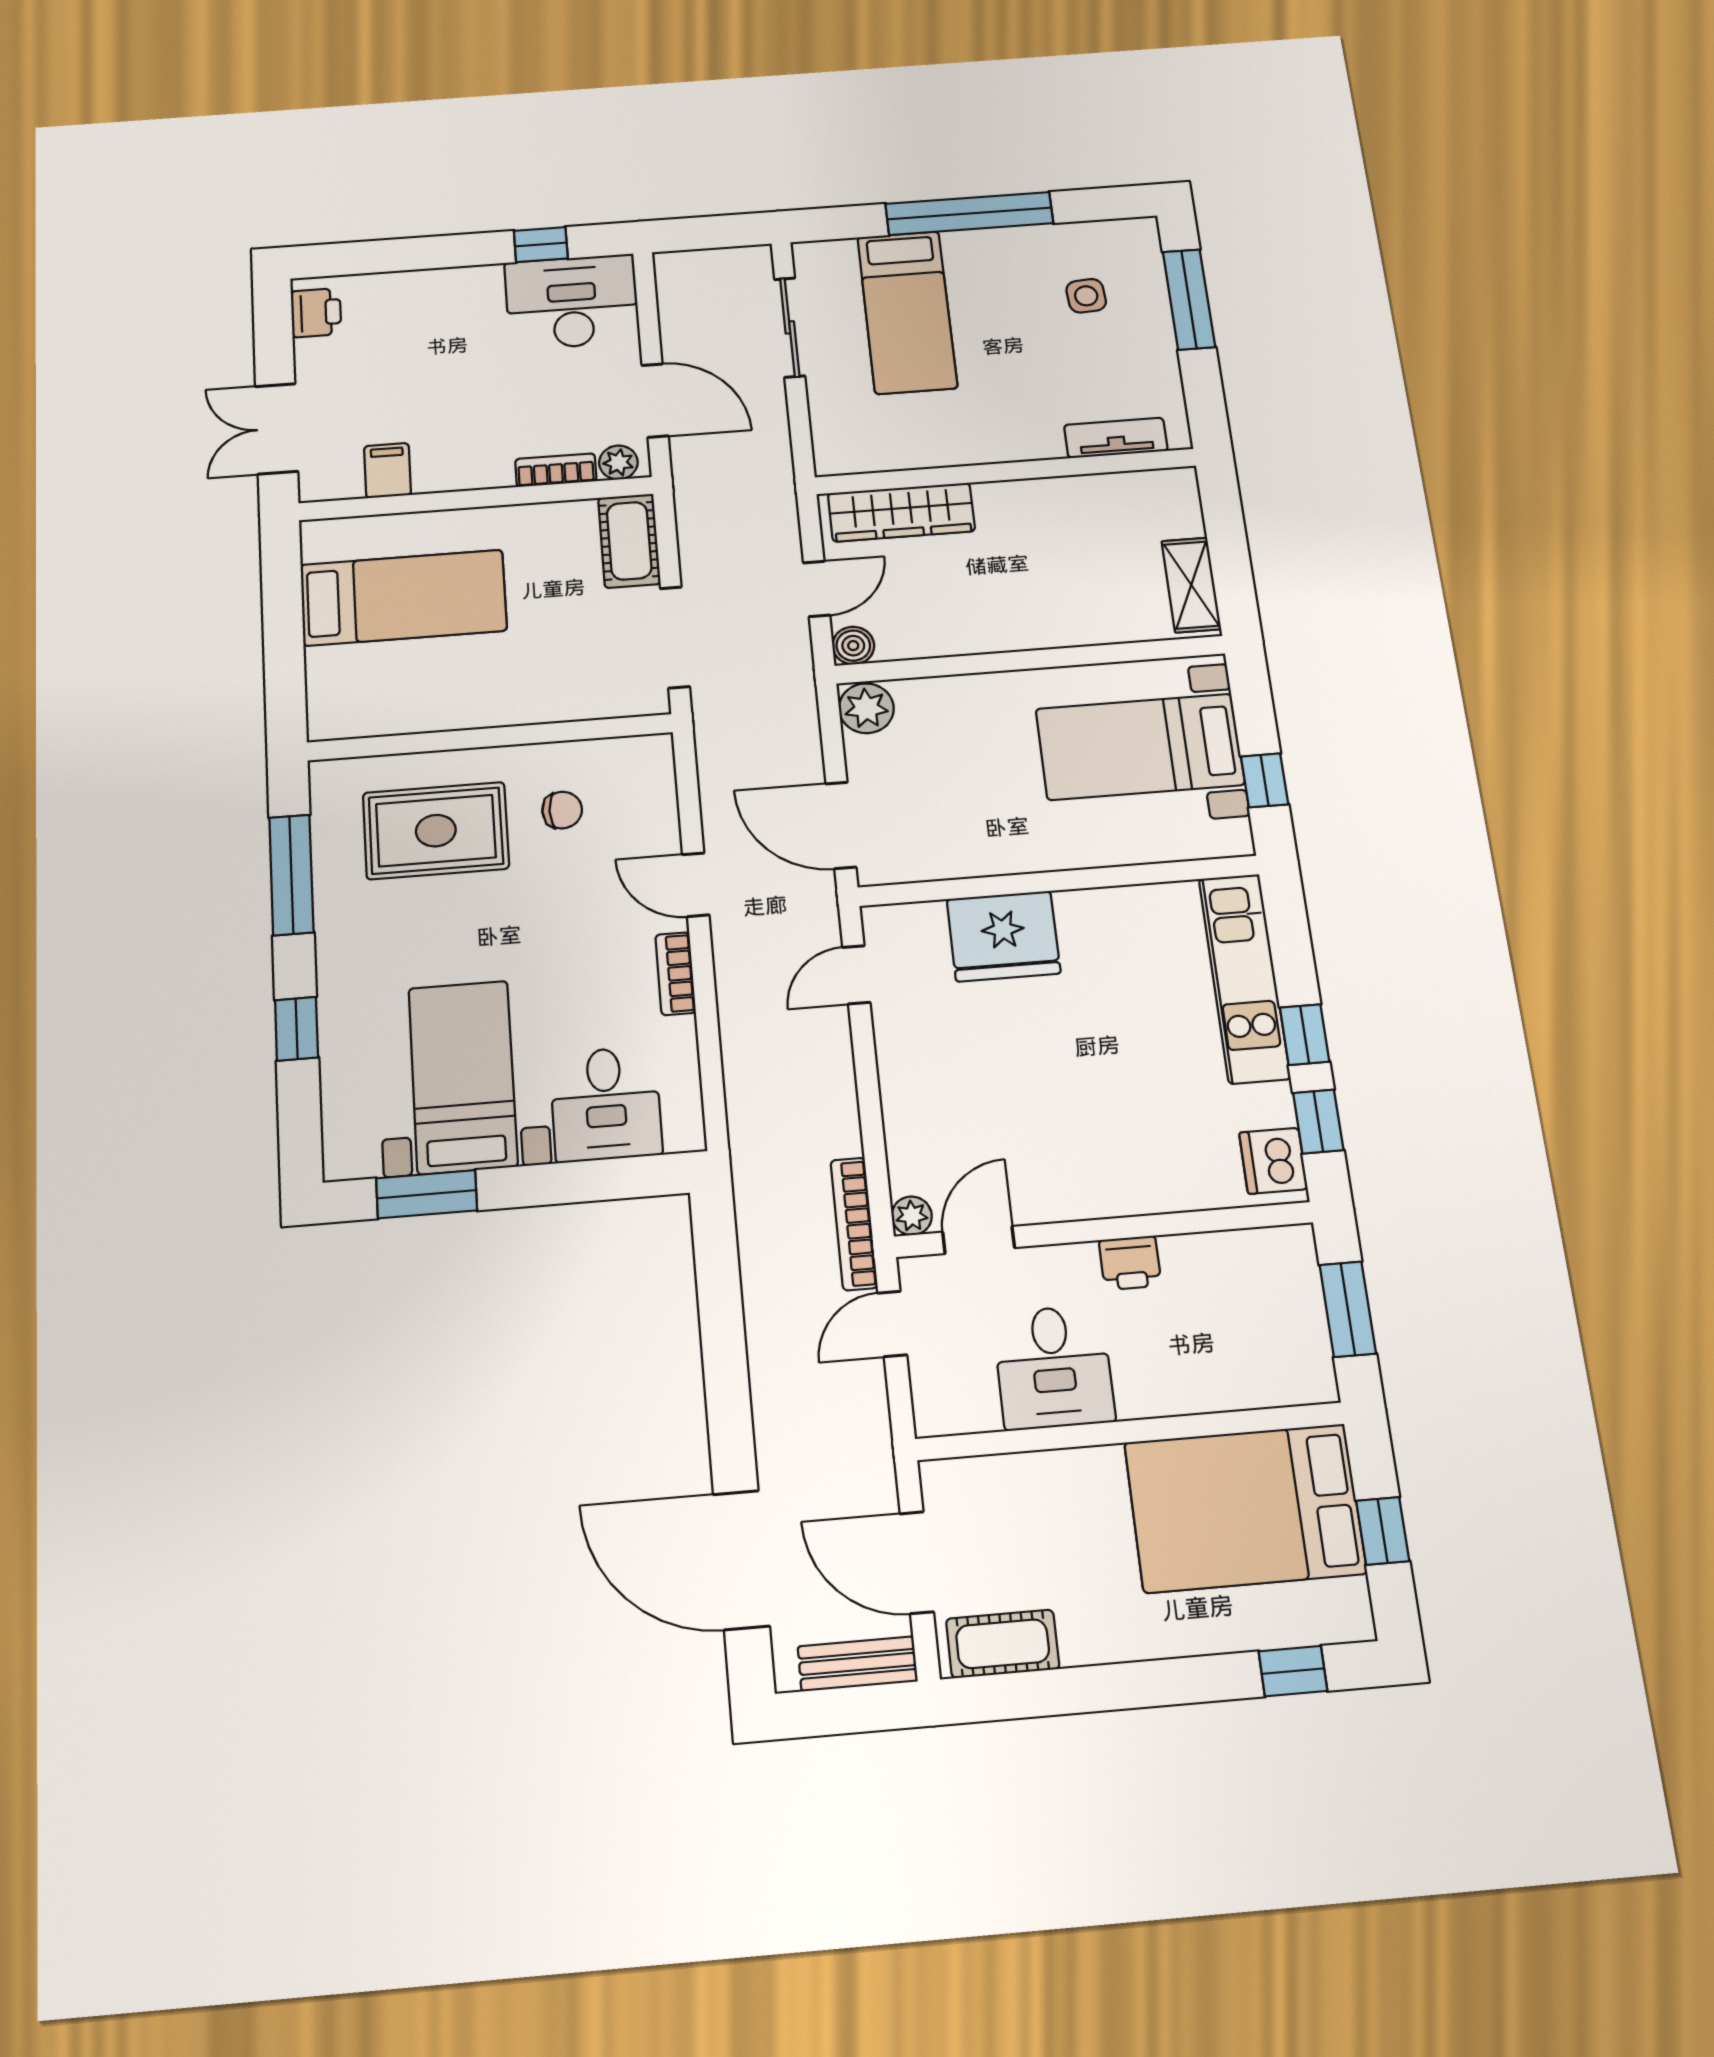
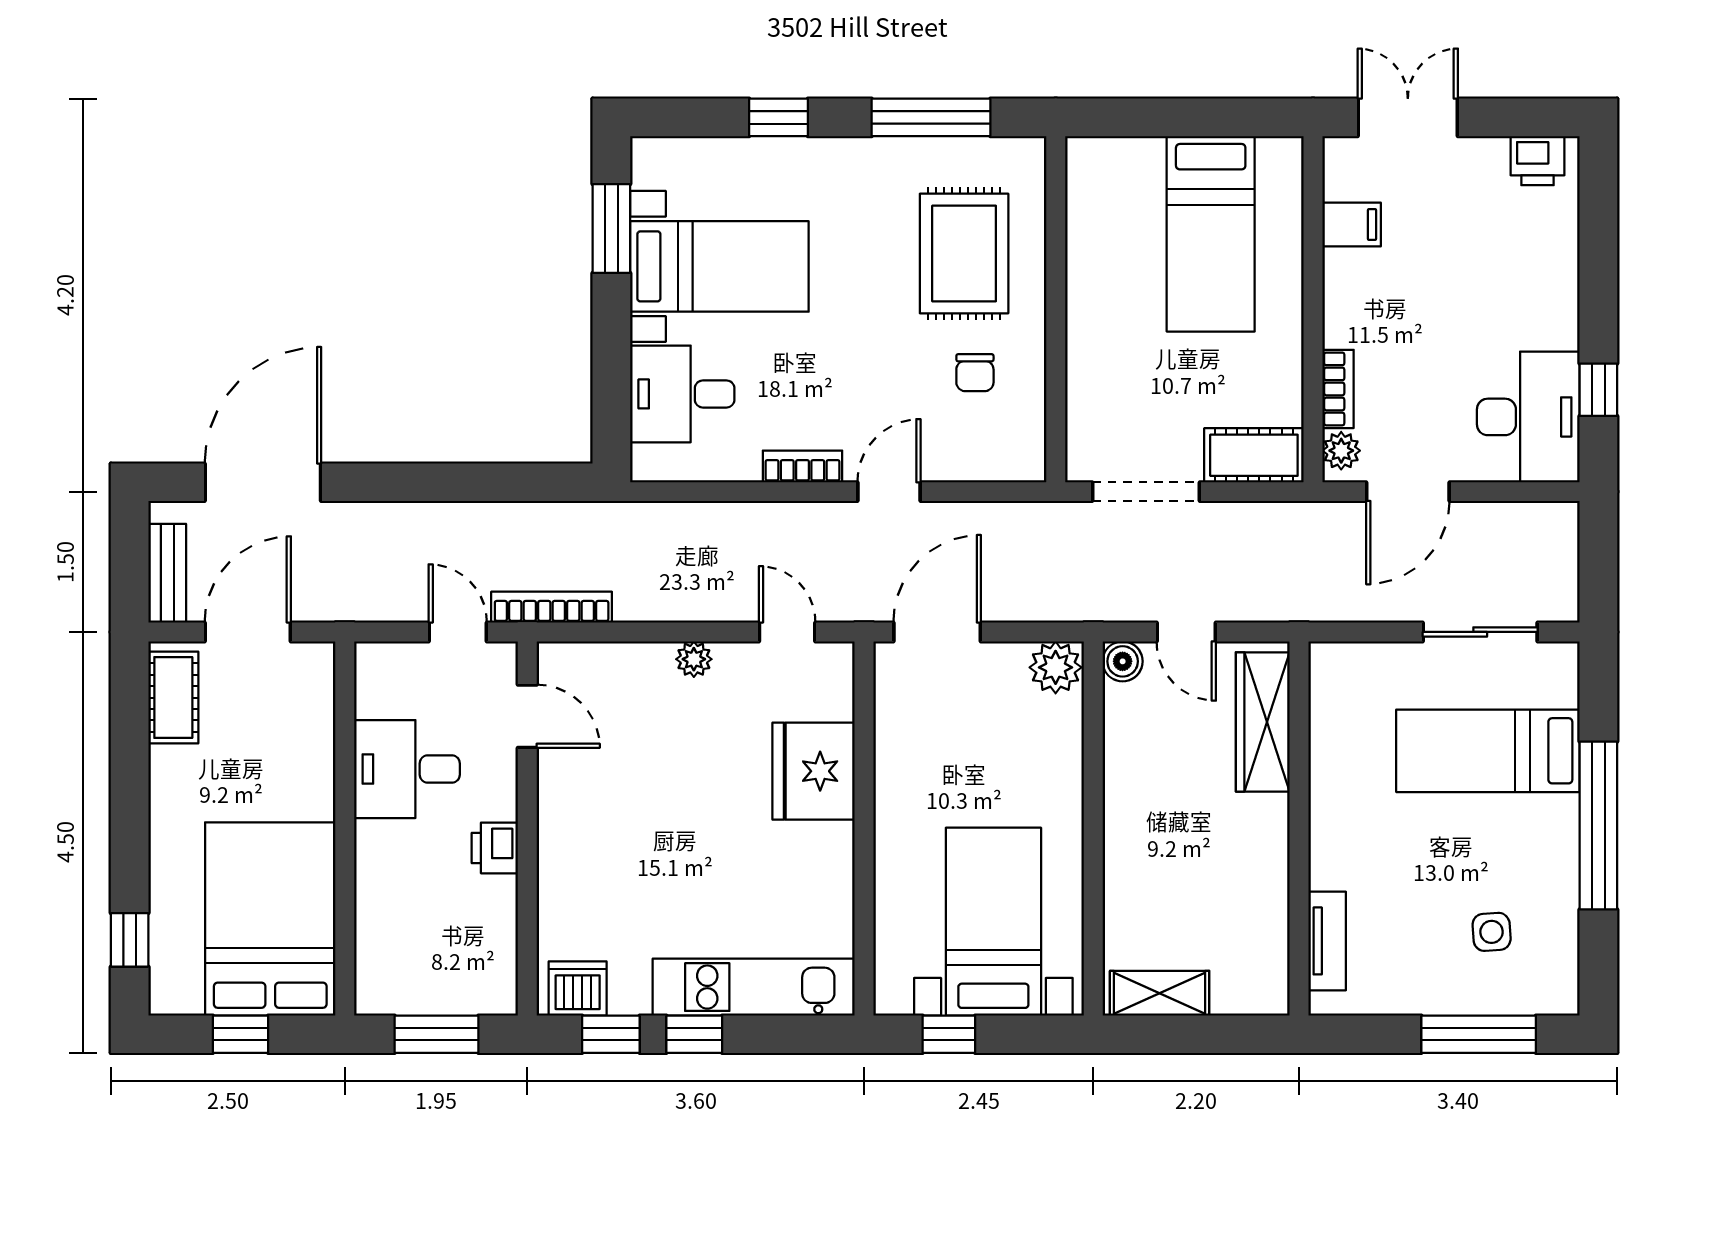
plant: (912, 1216) -> (694, 659), moved

